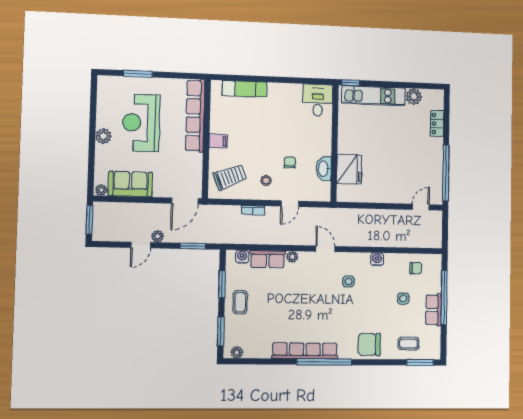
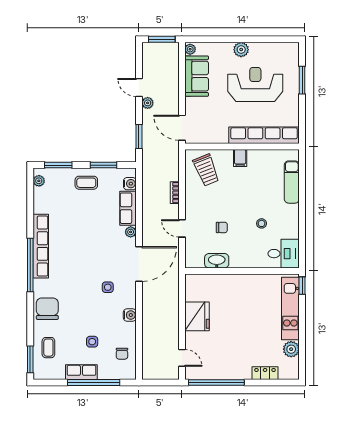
fridge: (349, 169) -> (197, 316), moved, turned -90
stool: (266, 181) -> (262, 223), moved
door: (325, 249) -> (139, 264), width x1.88

